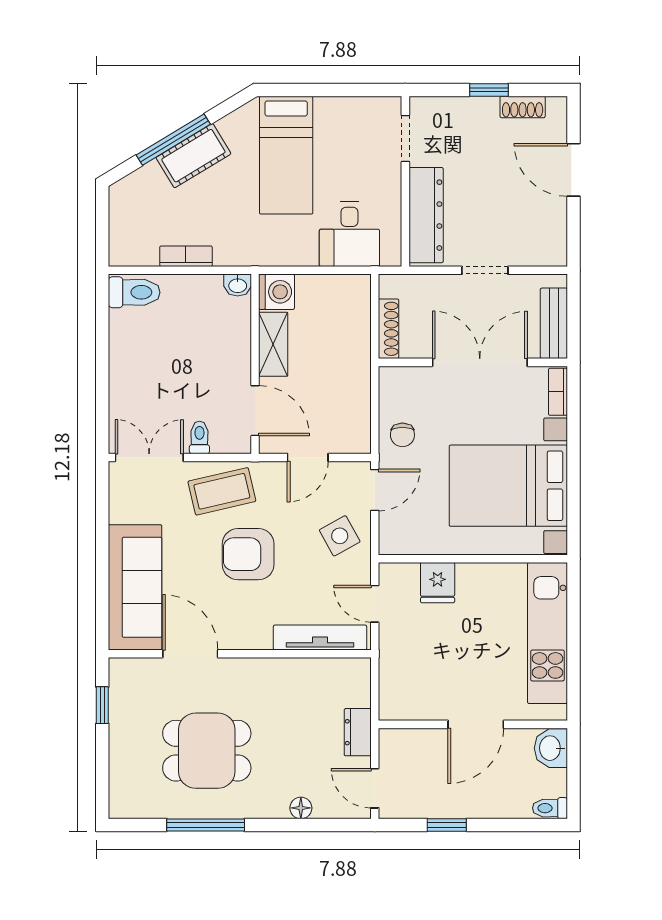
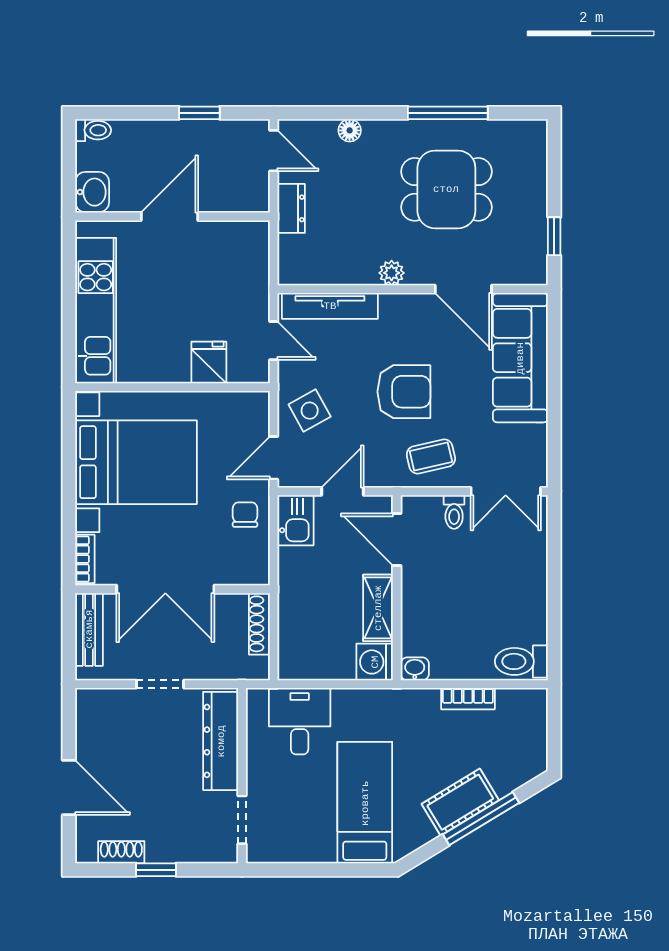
kitchen sink: (353, 429) -> (296, 520), added
coffee table: (222, 491) -> (431, 457), width x0.73, depth x0.77
plant: (260, 670) -> (392, 273), added

